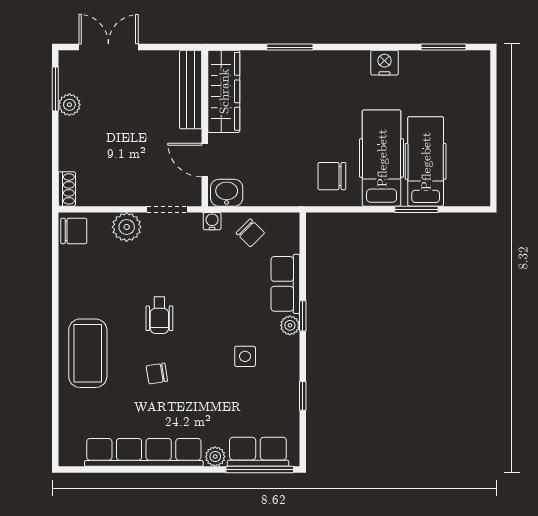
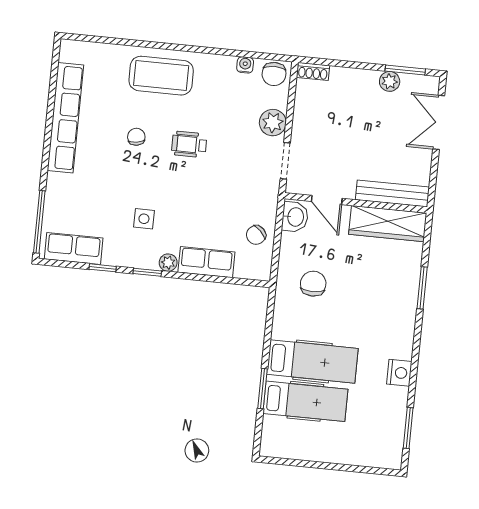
double door: (108, 47) -> (439, 122), swing flipped
door: (205, 160) -> (327, 200), swing flipped
chair: (332, 176) -> (313, 284), moved
water cooler: (212, 221) -> (245, 65), moved, turned -90
window: (303, 316) -> (147, 272), moved
row of seats: (258, 452) -> (74, 249), moved, turned -90
plant: (215, 457) -> (55, 182), removed

